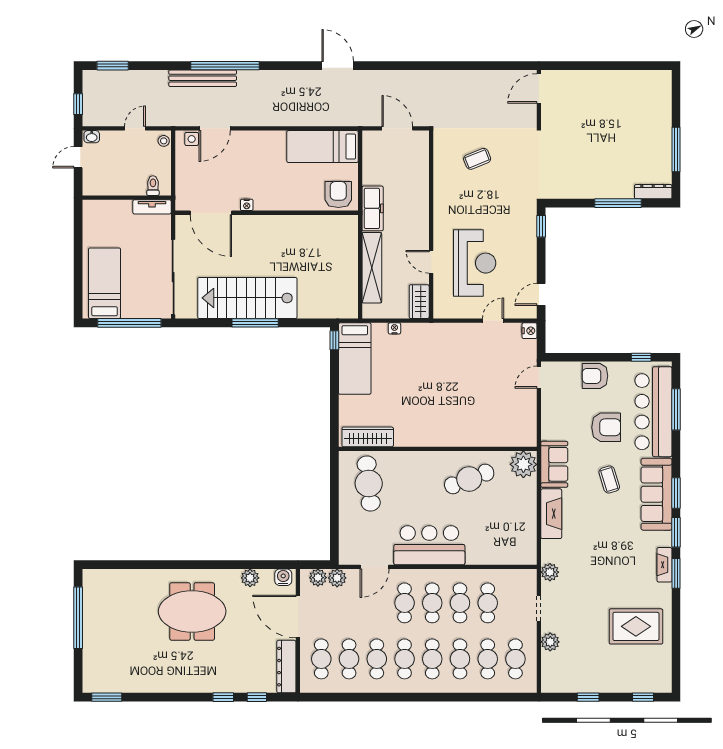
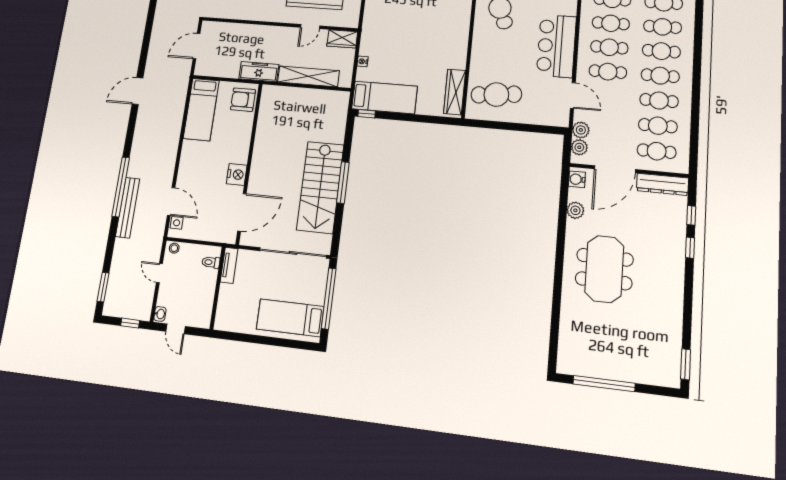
nightstand: (247, 205) -> (237, 174), width x1.89, depth x1.79

